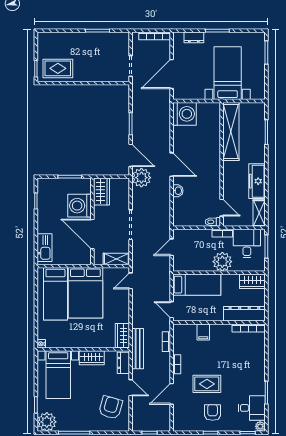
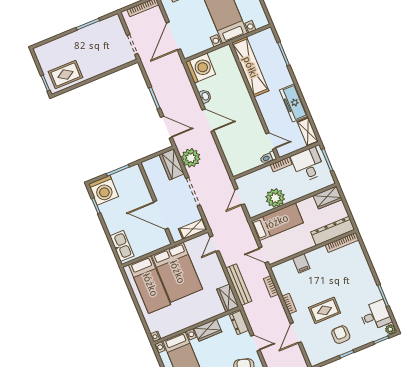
plant: (141, 178) -> (191, 158), moved
wardrobe: (101, 191) -> (172, 164), moved, turned 180
washbasin: (178, 191) -> (205, 96), moved
washing machine: (79, 206) -> (103, 190), moved, turned -90
plant: (222, 262) -> (275, 198), moved
bench: (138, 349) -> (239, 285), moved

